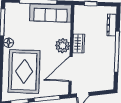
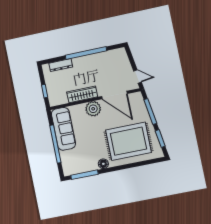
wardrobe: (79, 43) -> (82, 94), width x1.50

